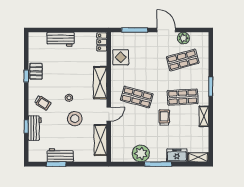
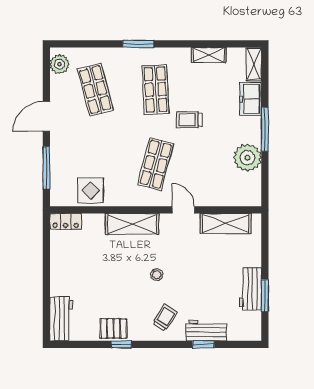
plant: (183, 38) -> (59, 64), moved
workbench: (61, 39) -> (61, 319), moved
shelving: (204, 116) -> (209, 55), moved
stool: (75, 119) -> (191, 265), removed

